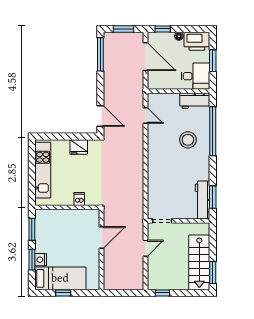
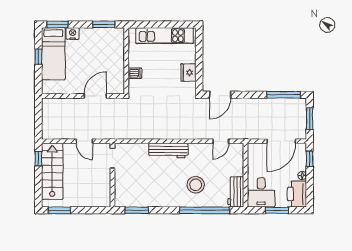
workbench: (203, 200) -> (168, 150), moved, turned 180
door: (102, 238) -> (95, 96), swing flipped
window: (32, 260) -> (57, 24), moved
stairs: (199, 262) -> (52, 171), moved, turned 90

